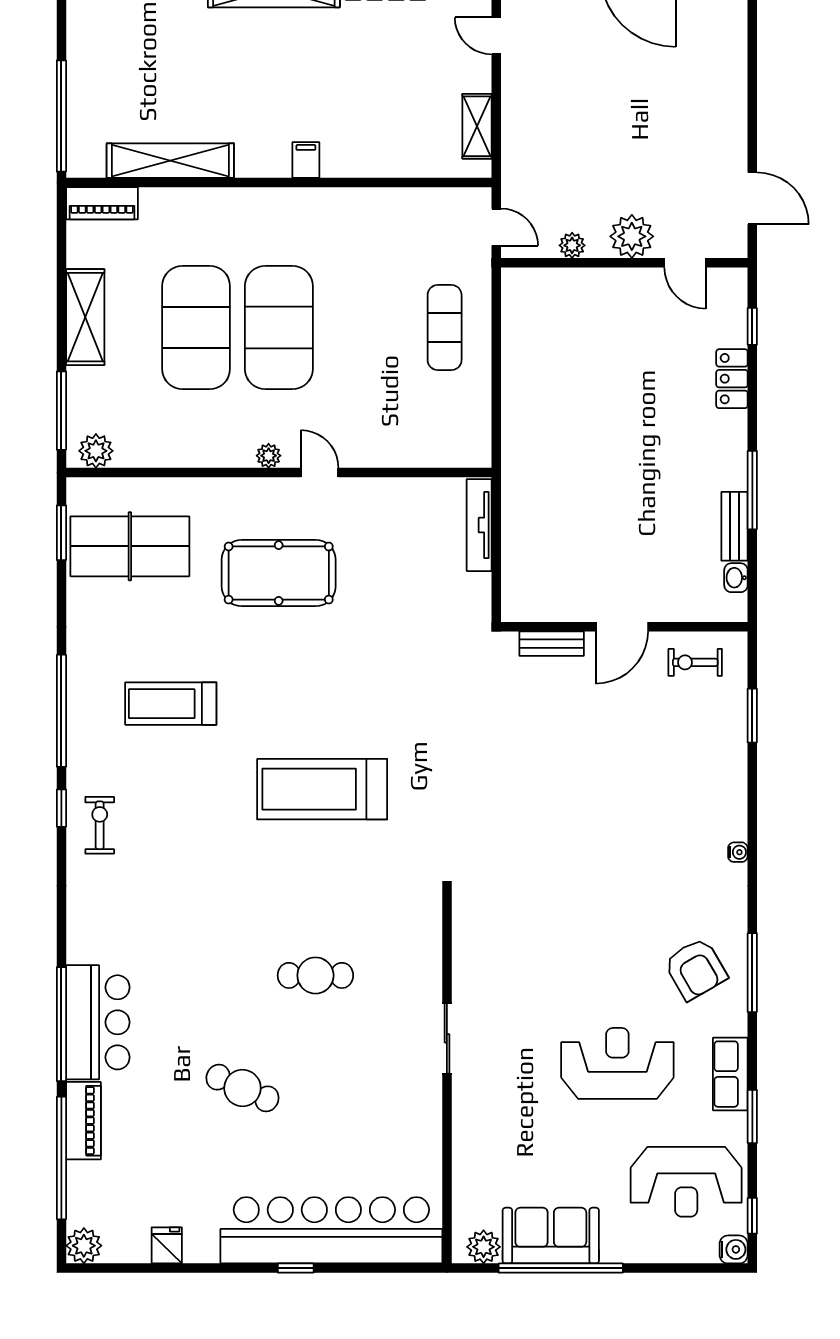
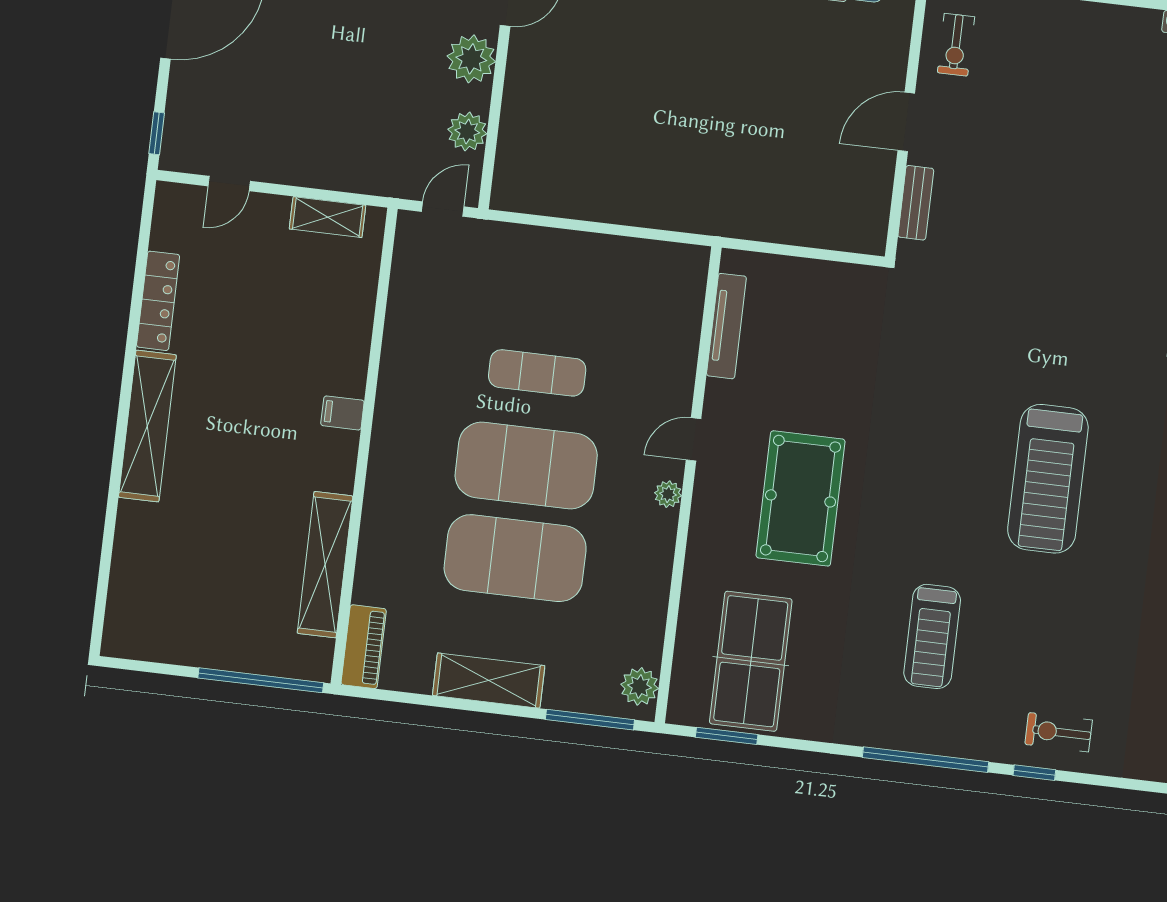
plant: (572, 245) -> (467, 131), width x1.38, depth x1.38
exercise mat: (445, 328) -> (537, 373), moved
tv unit: (479, 525) -> (726, 326), moved, turned -90
door: (622, 627) -> (906, 122), swing flipped

